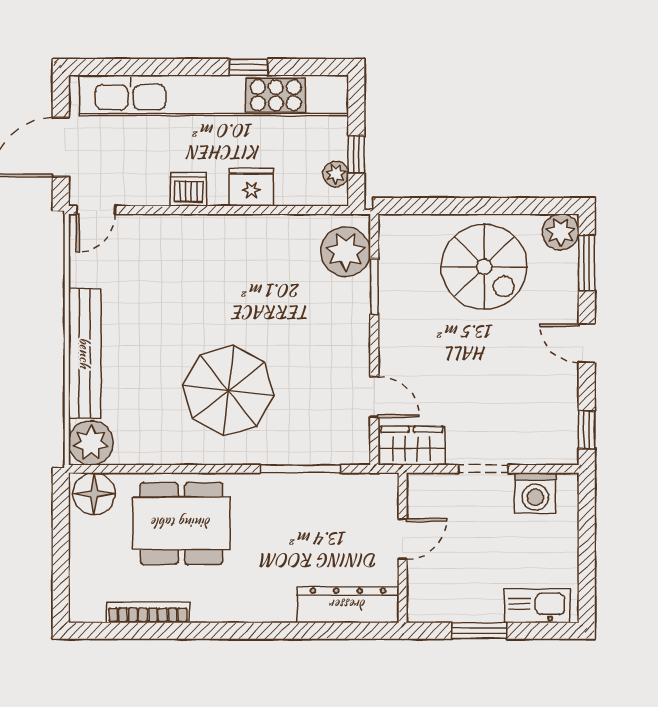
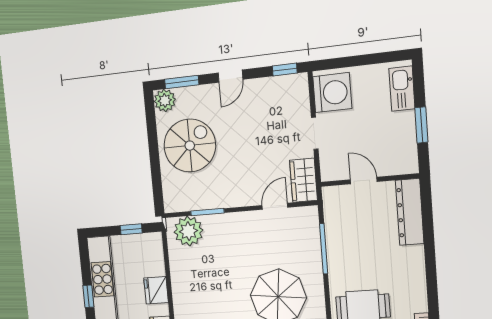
plant: (336, 174) -> (144, 241), removed
washing machine: (535, 493) -> (332, 93), width x1.37, depth x1.37

